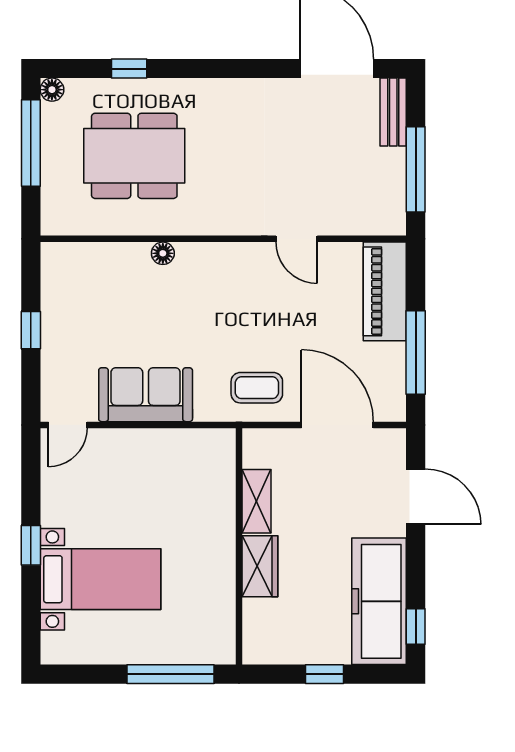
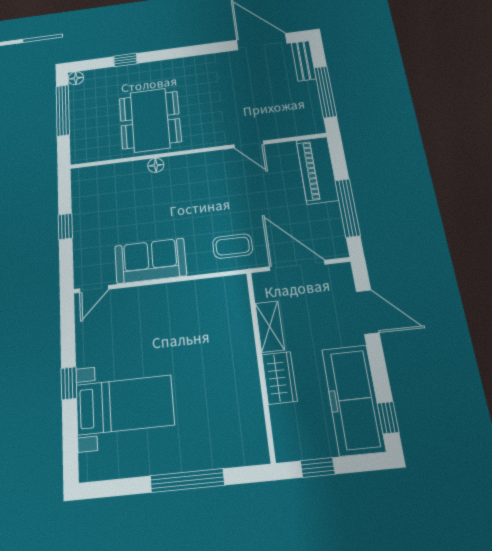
dining table: (134, 156) -> (150, 120), moved, turned 90
shelving: (257, 501) -> (270, 326), moved
wall: (239, 546) -> (260, 363), moved
wardrobe: (260, 566) -> (279, 378), moved

